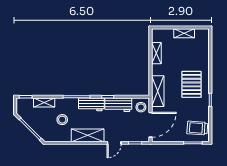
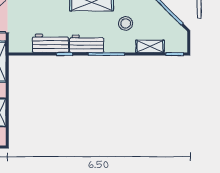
stool: (141, 107) -> (20, 40), removed

